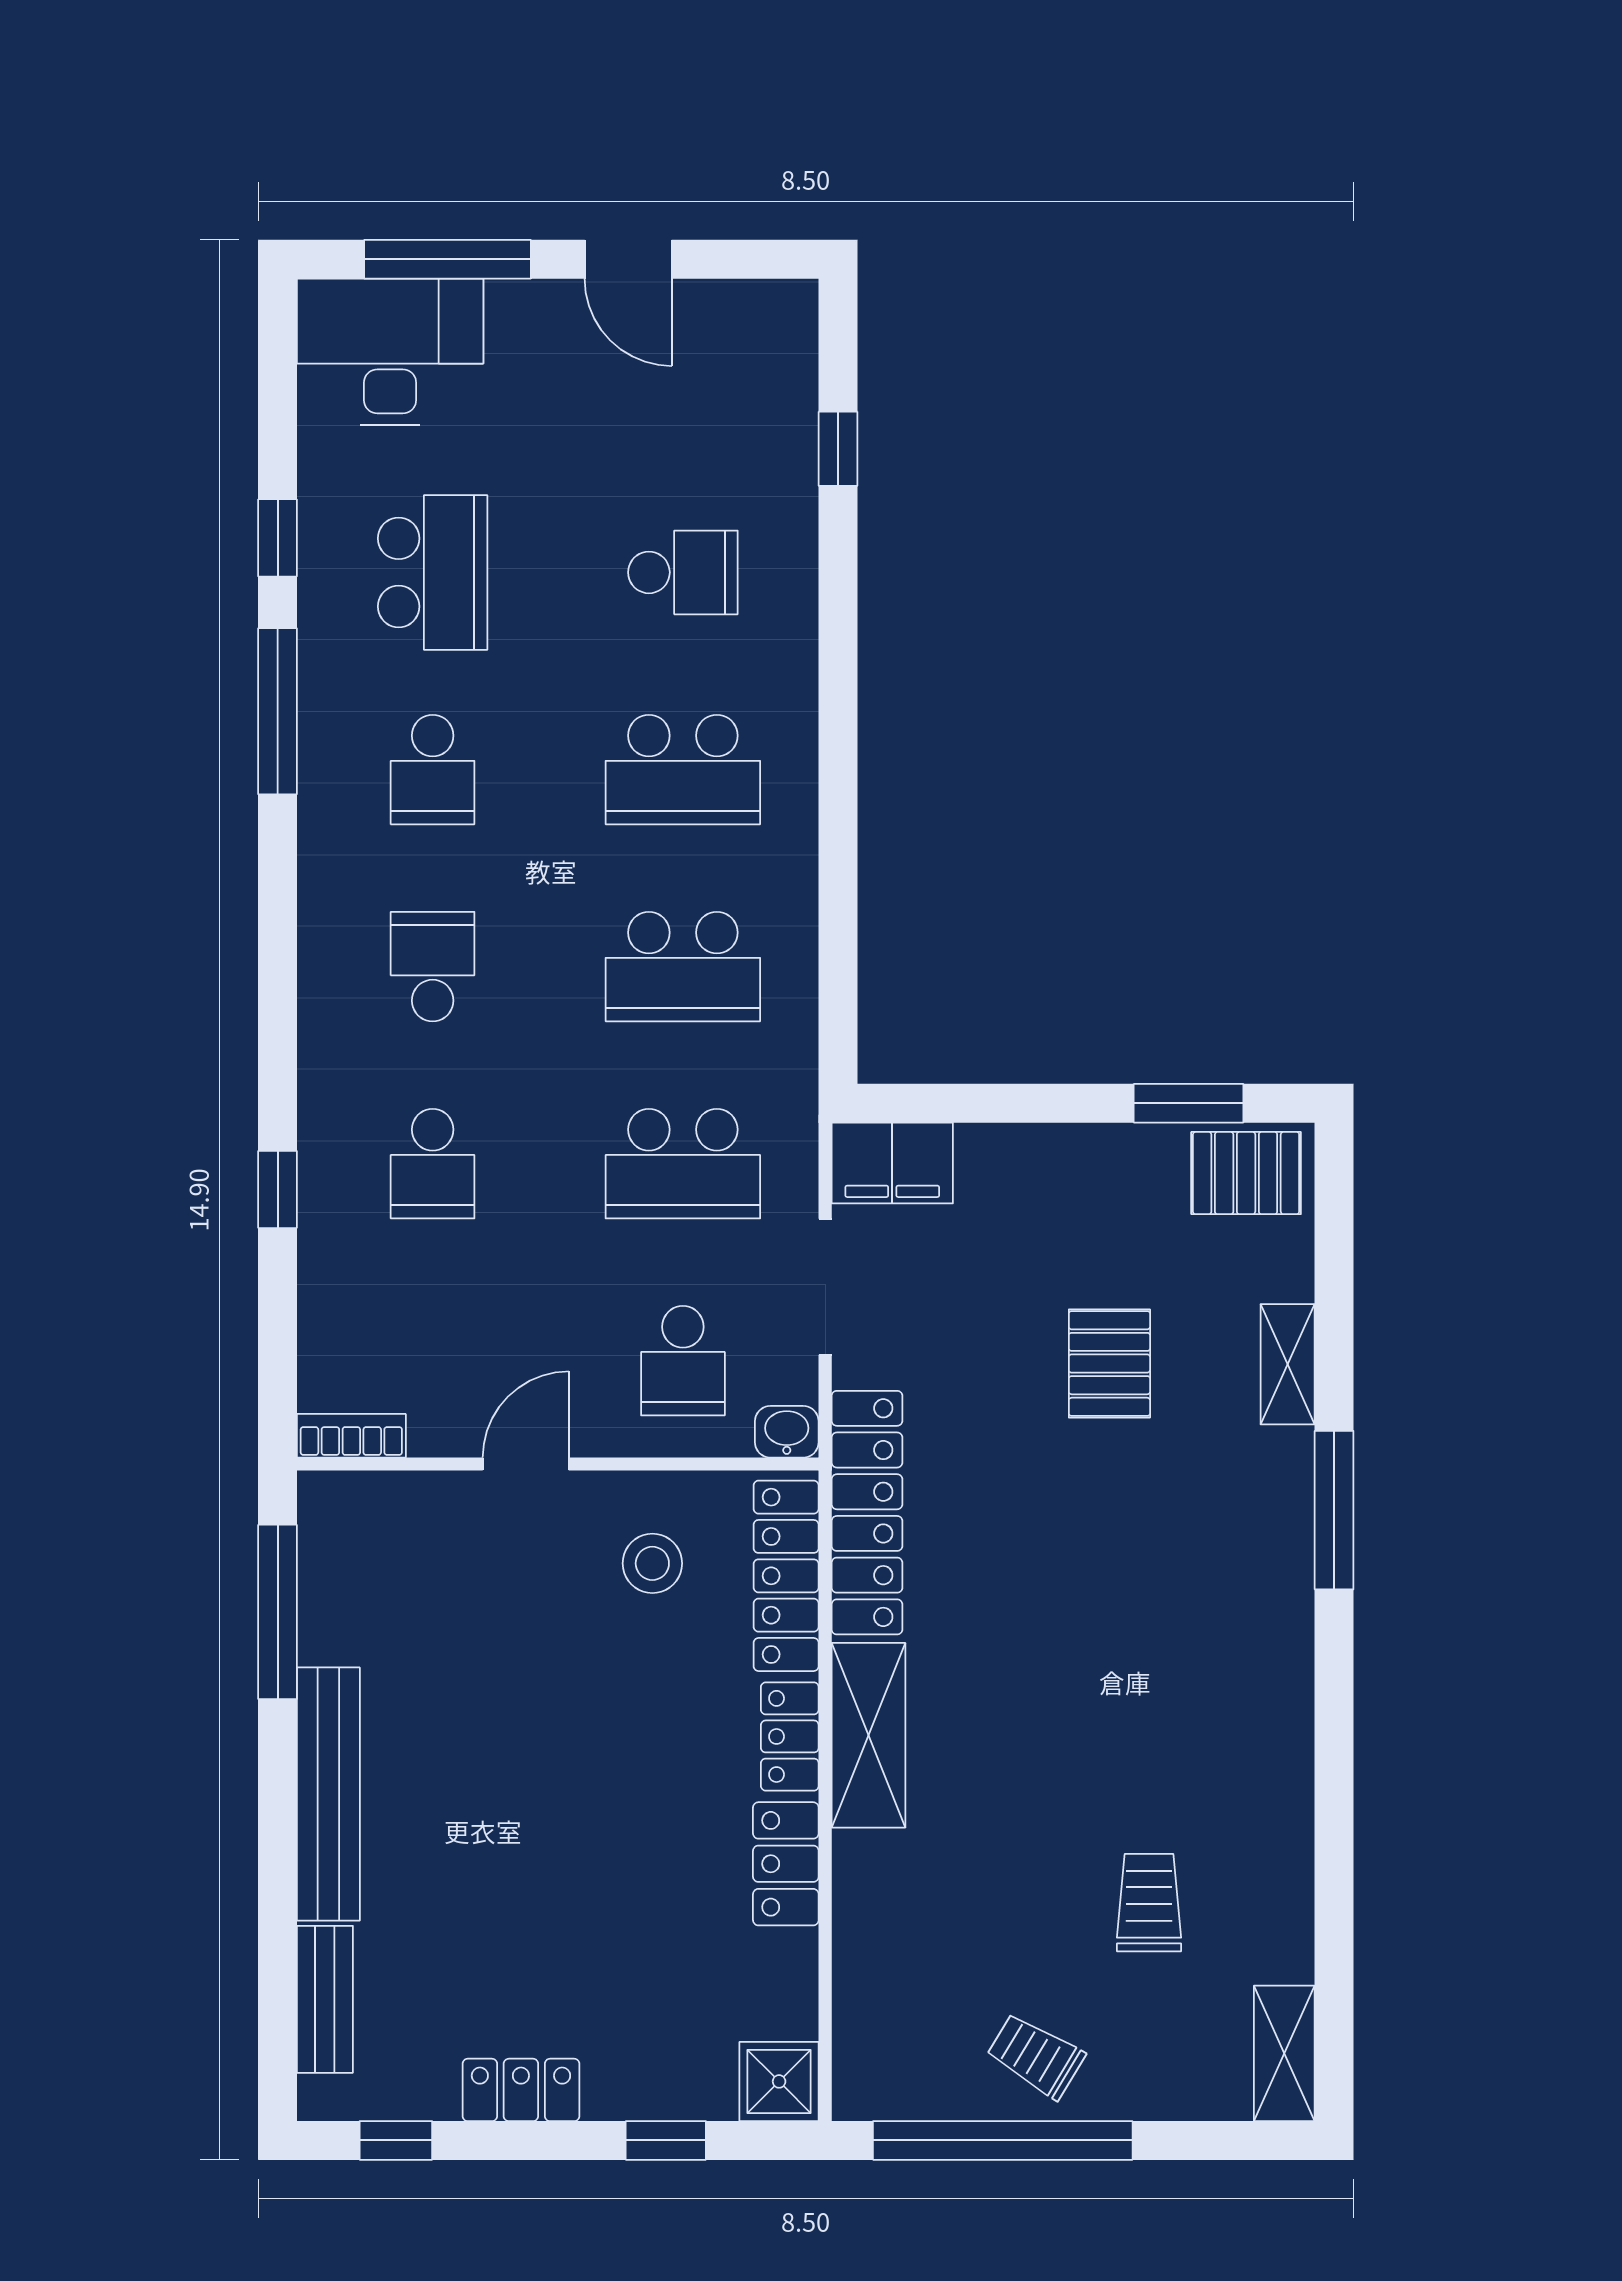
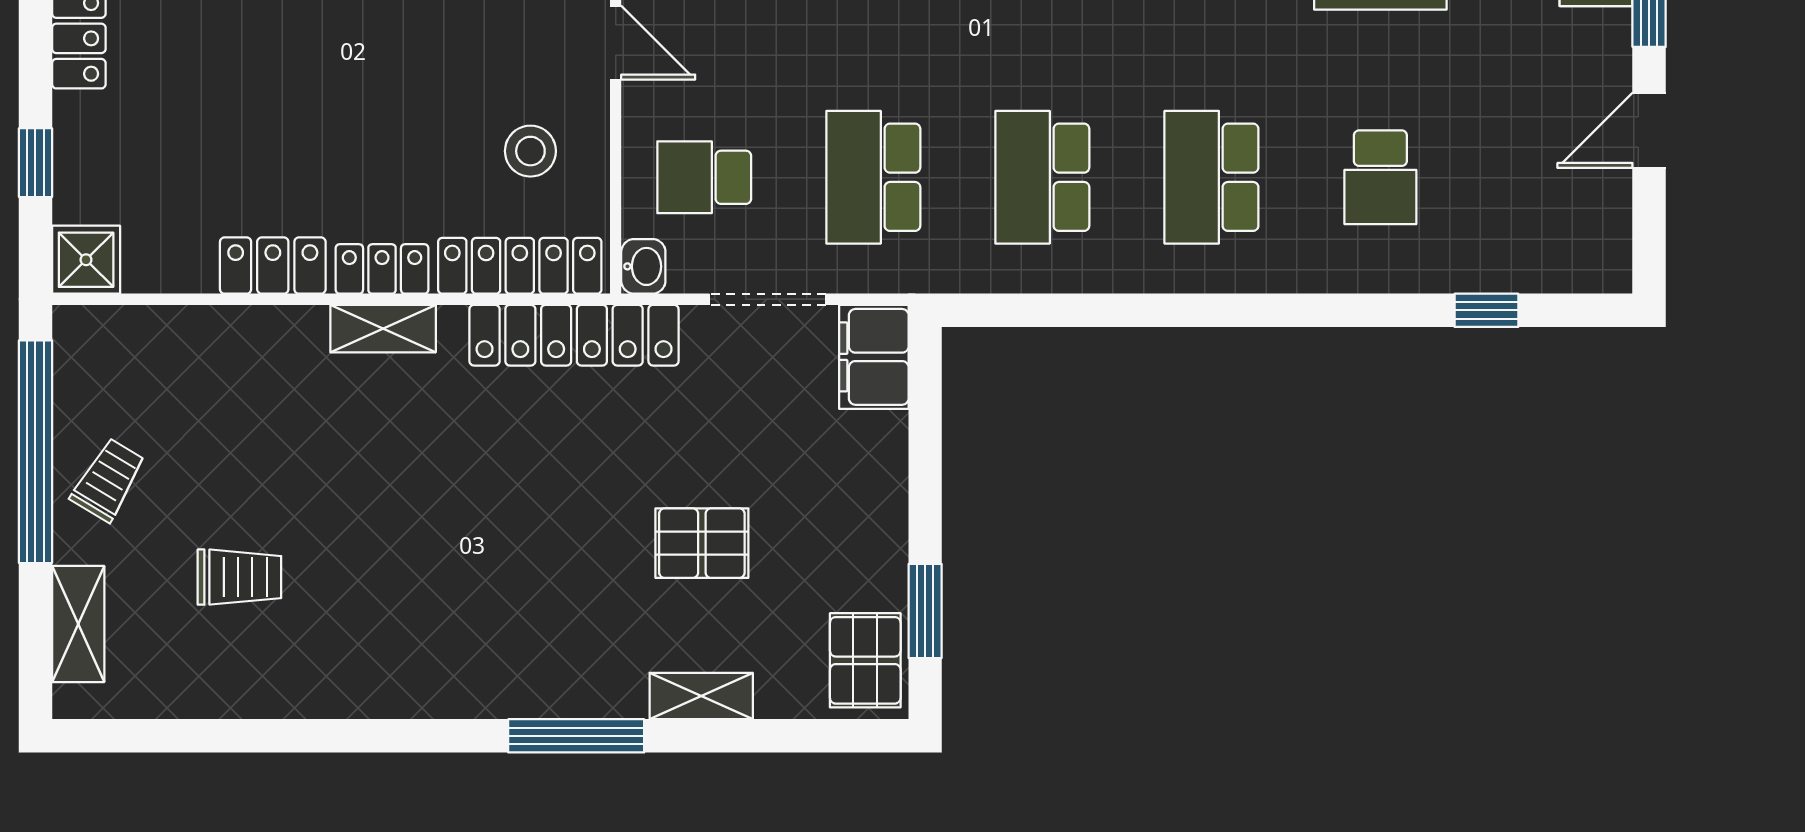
shelving: (868, 1735) -> (383, 329), width x0.67, depth x0.75
shelving: (1284, 2053) -> (78, 624), moved, turned 90

